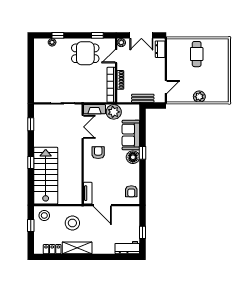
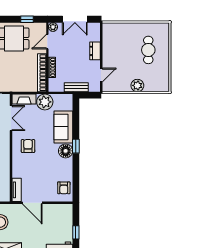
dresser: (160, 49) -> (95, 51), moved
cafe table: (197, 54) -> (148, 50), moved

